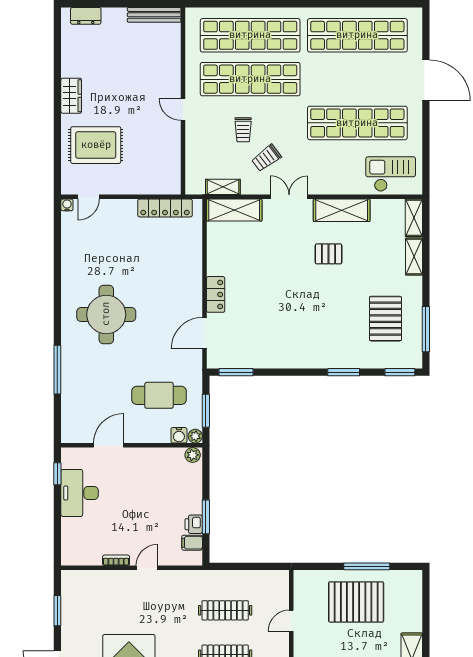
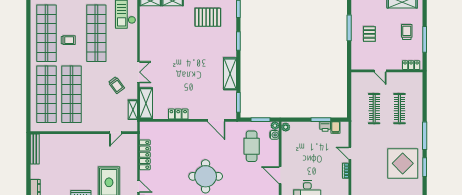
door: (183, 110) -> (116, 133), moved
trolley: (243, 130) -> (68, 40), moved
double door: (289, 197) -> (139, 72), swing flipped
locker: (165, 208) -> (145, 155), moved
shelving: (342, 210) -> (230, 74), moved
pallet: (329, 254) -> (171, 50), removed
locker: (216, 294) -> (178, 114), moved
pallet: (356, 602) -> (369, 34), width x0.49, depth x0.50

